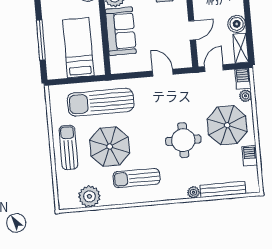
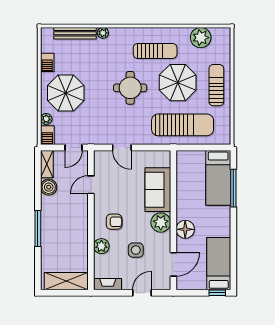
bed: (78, 48) -> (218, 178), moved
round table: (183, 140) -> (130, 88), moved
sun lounger: (68, 147) -> (216, 85), turned 180

